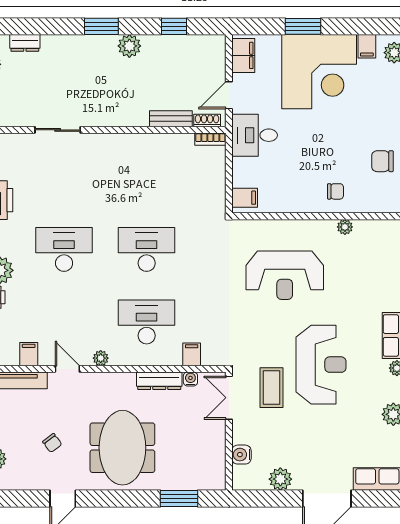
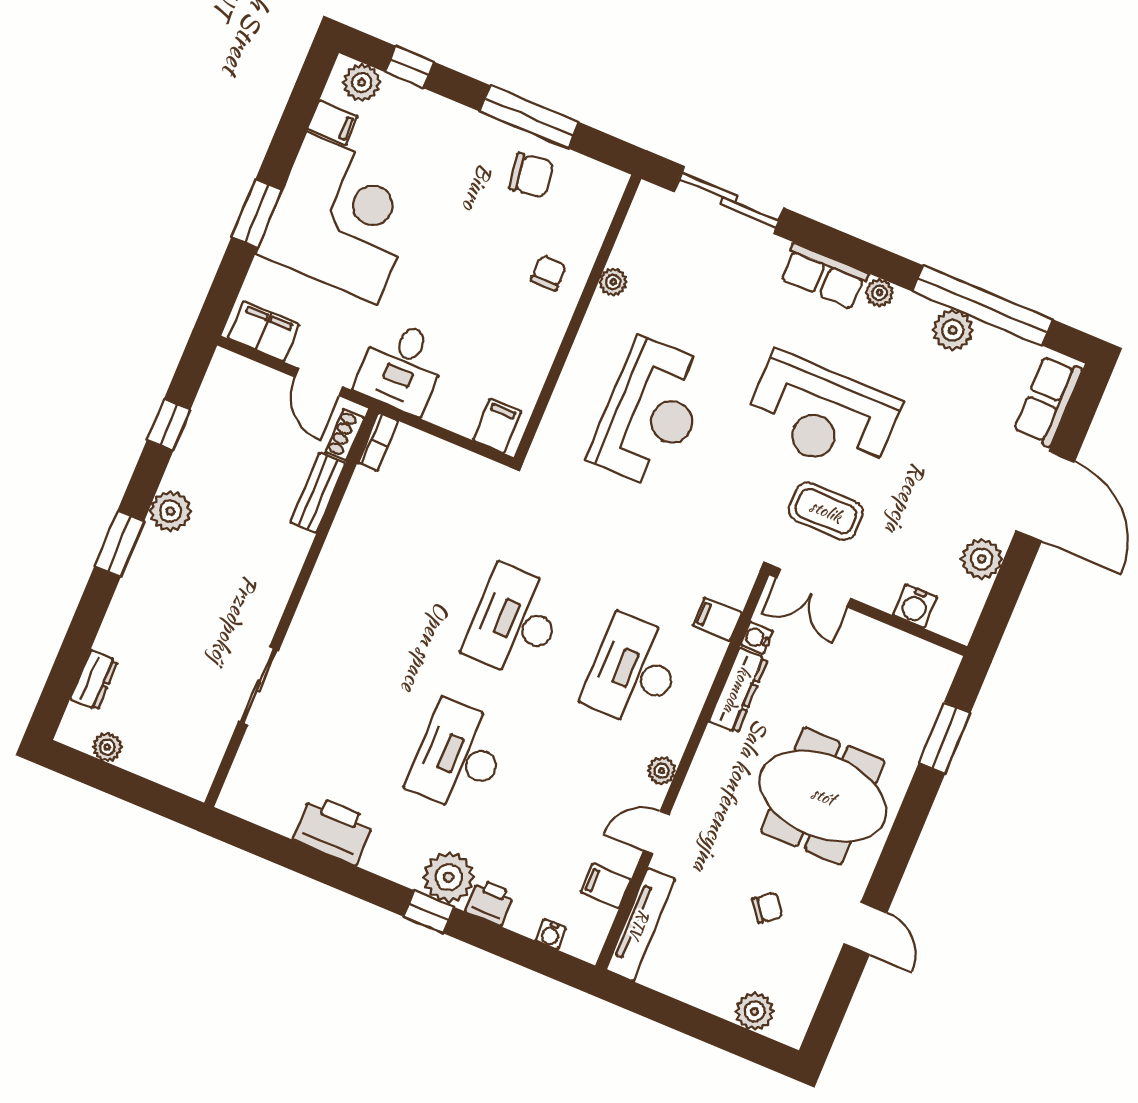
chair: (383, 161) -> (531, 175), turned -98
reception desk: (321, 365) -> (822, 415), turned 180

